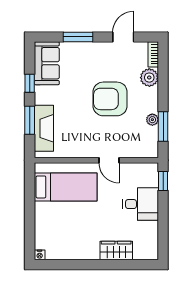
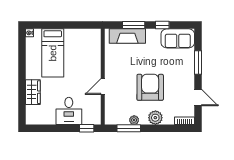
plant: (149, 78) -> (155, 118), moved
bed: (66, 187) -> (53, 53), moved

